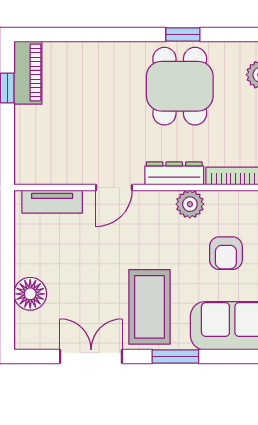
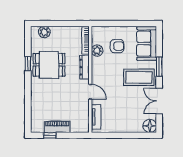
piano: (28, 73) -> (57, 127), moved
plant: (190, 204) -> (97, 51), moved
floor lamp: (30, 294) -> (150, 126), moved

